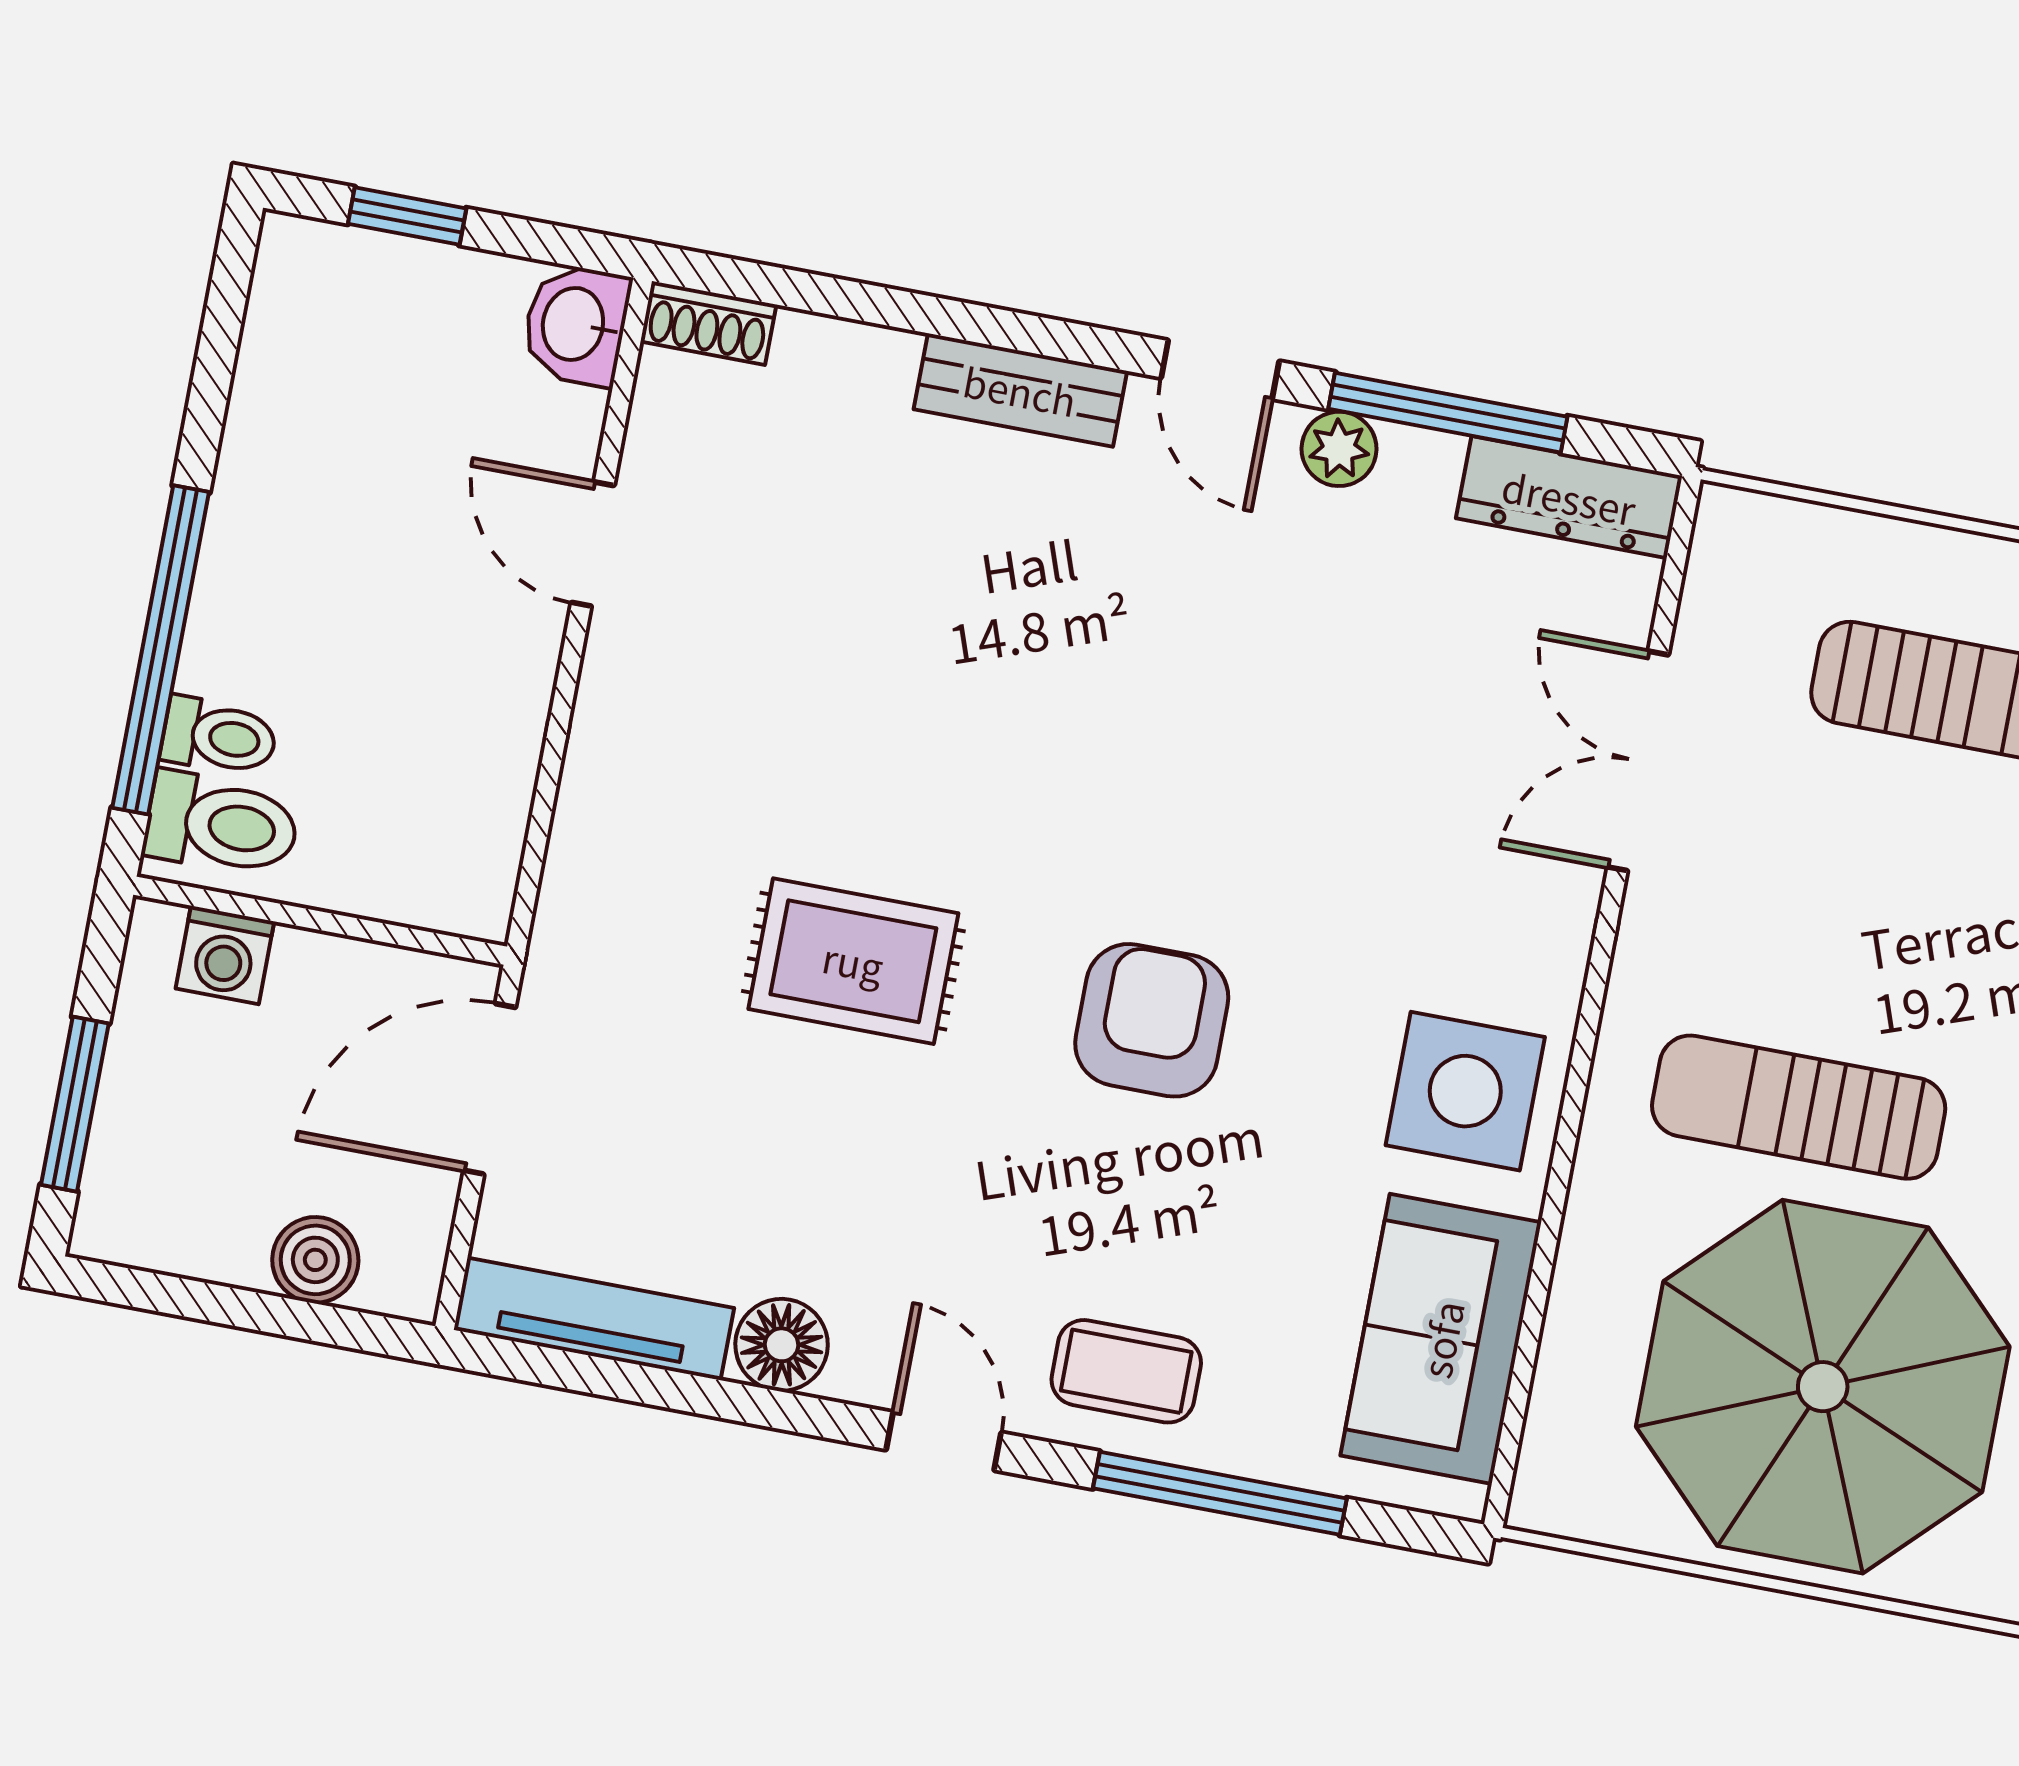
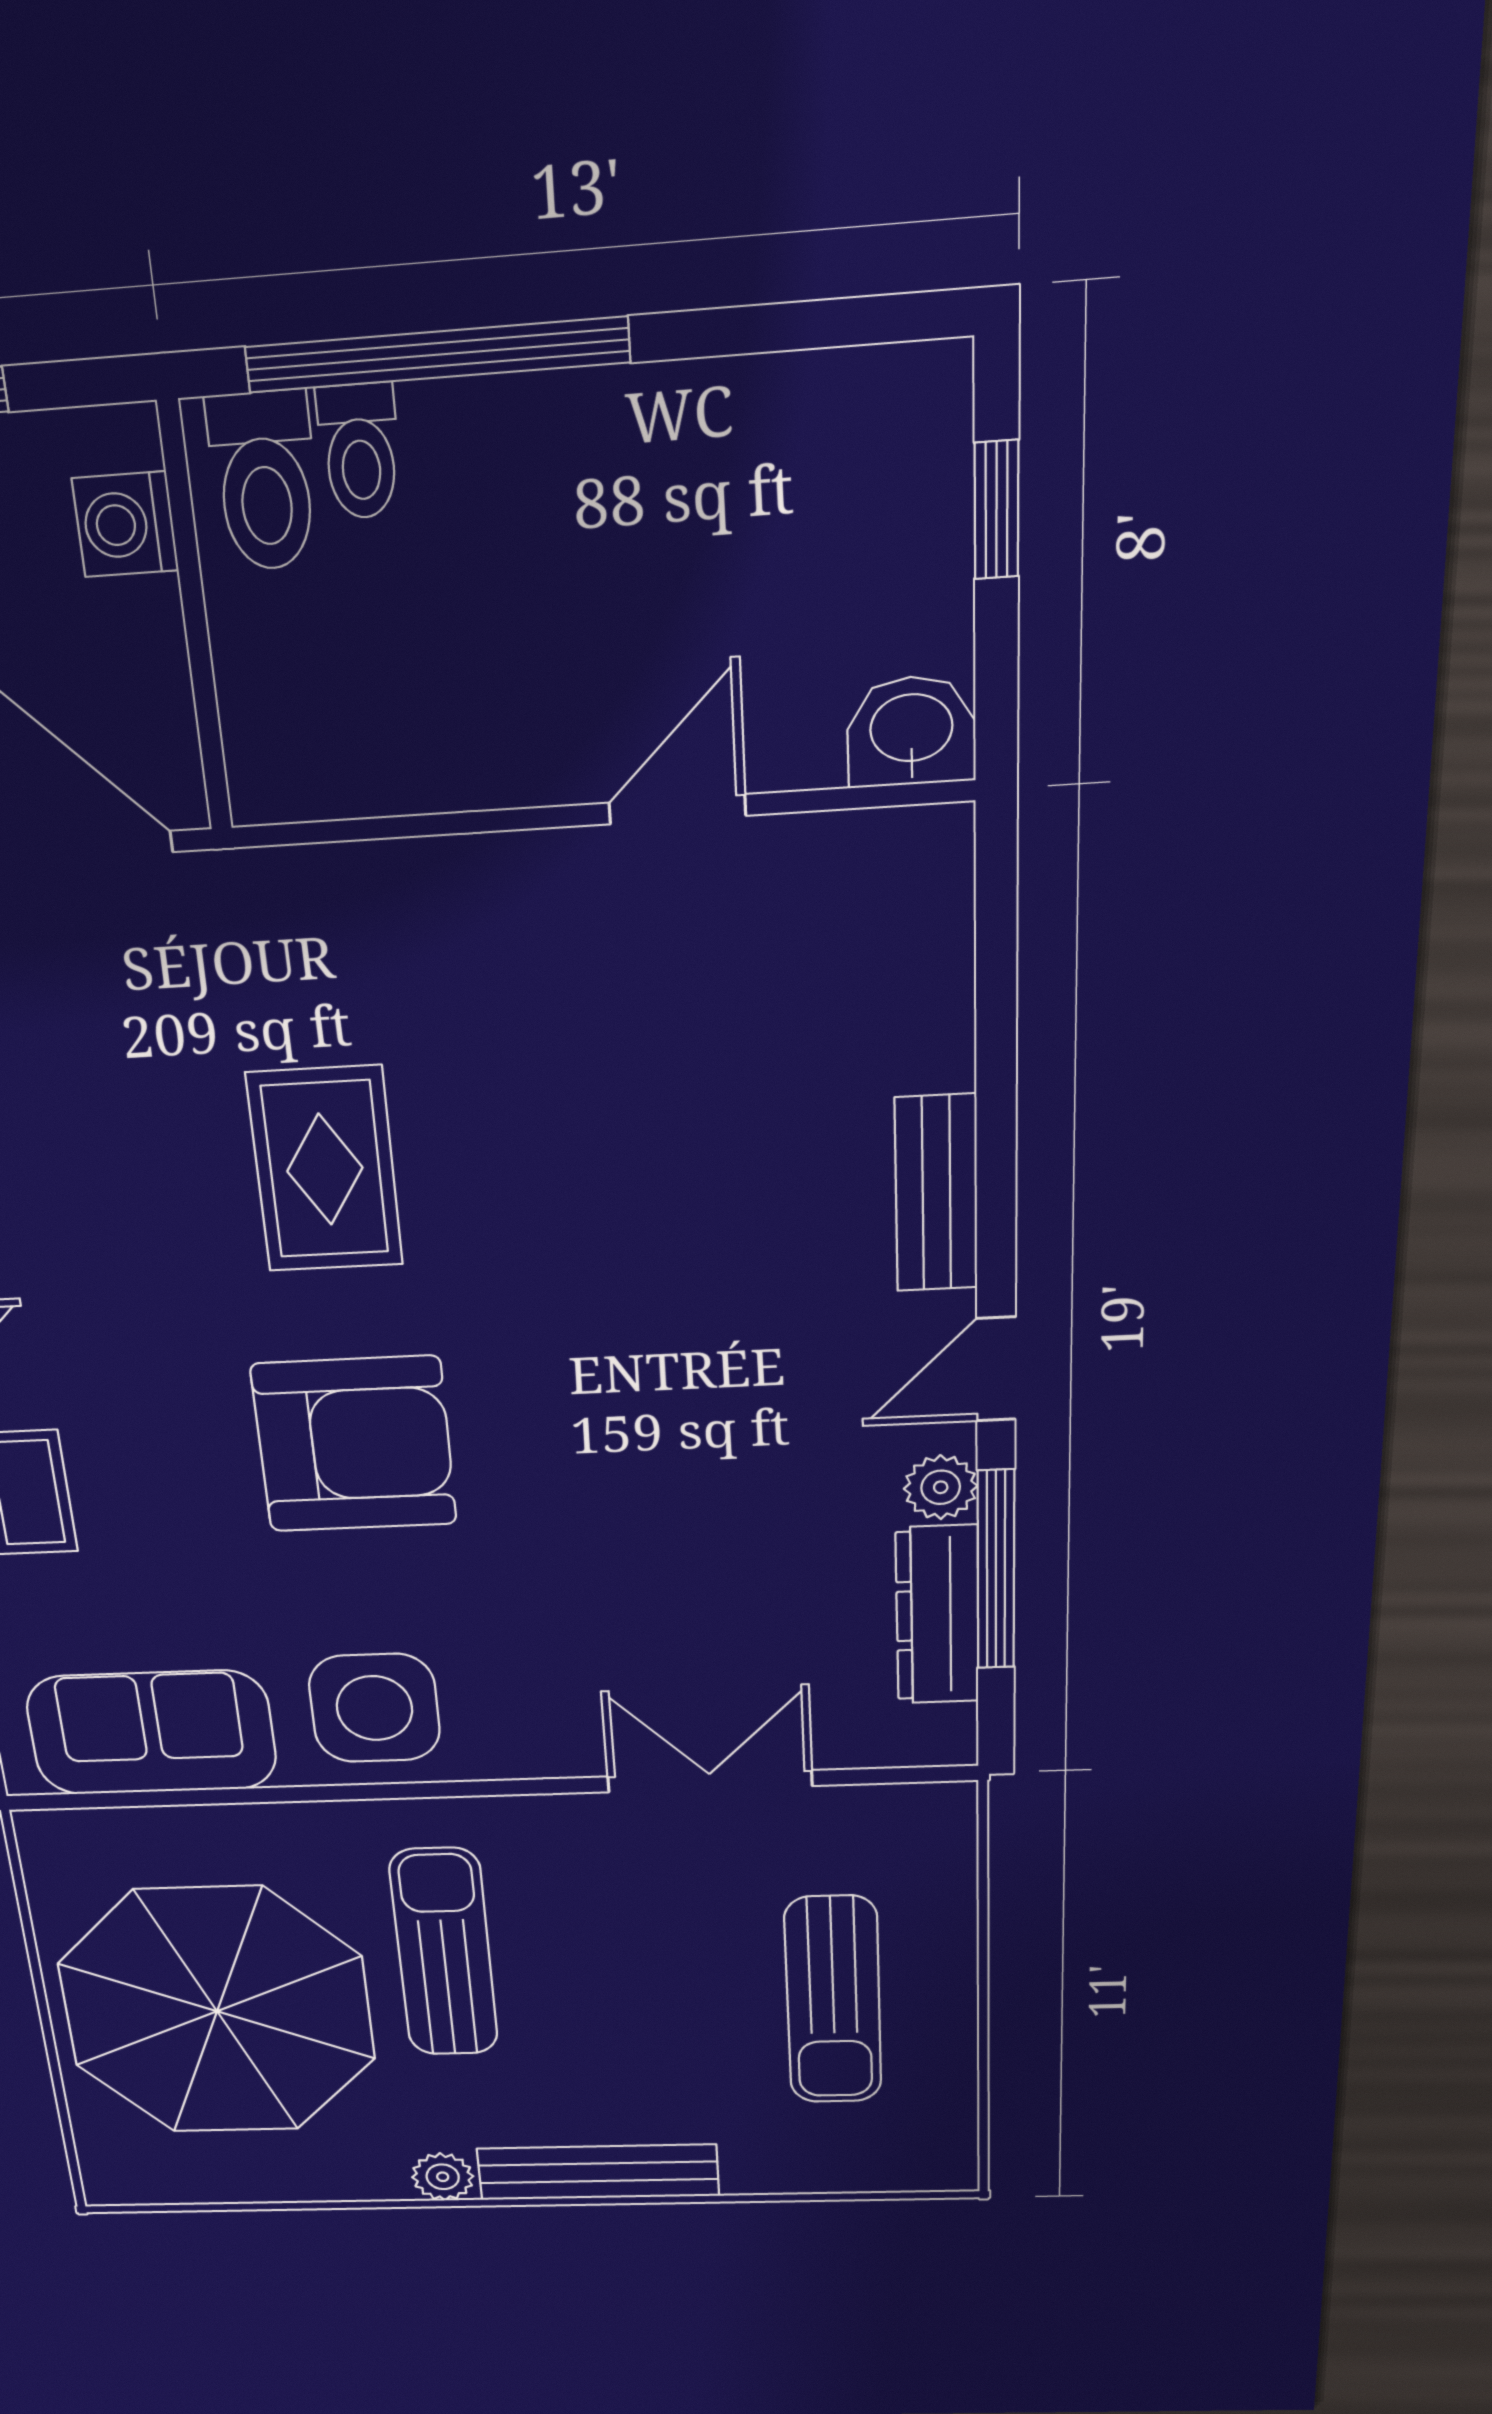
shoe rack: (708, 323) -> (942, 871), removed
dresser: (1569, 497) -> (937, 1615), moved
armchair: (1152, 1020) -> (354, 1444), width x1.36, depth x1.36

